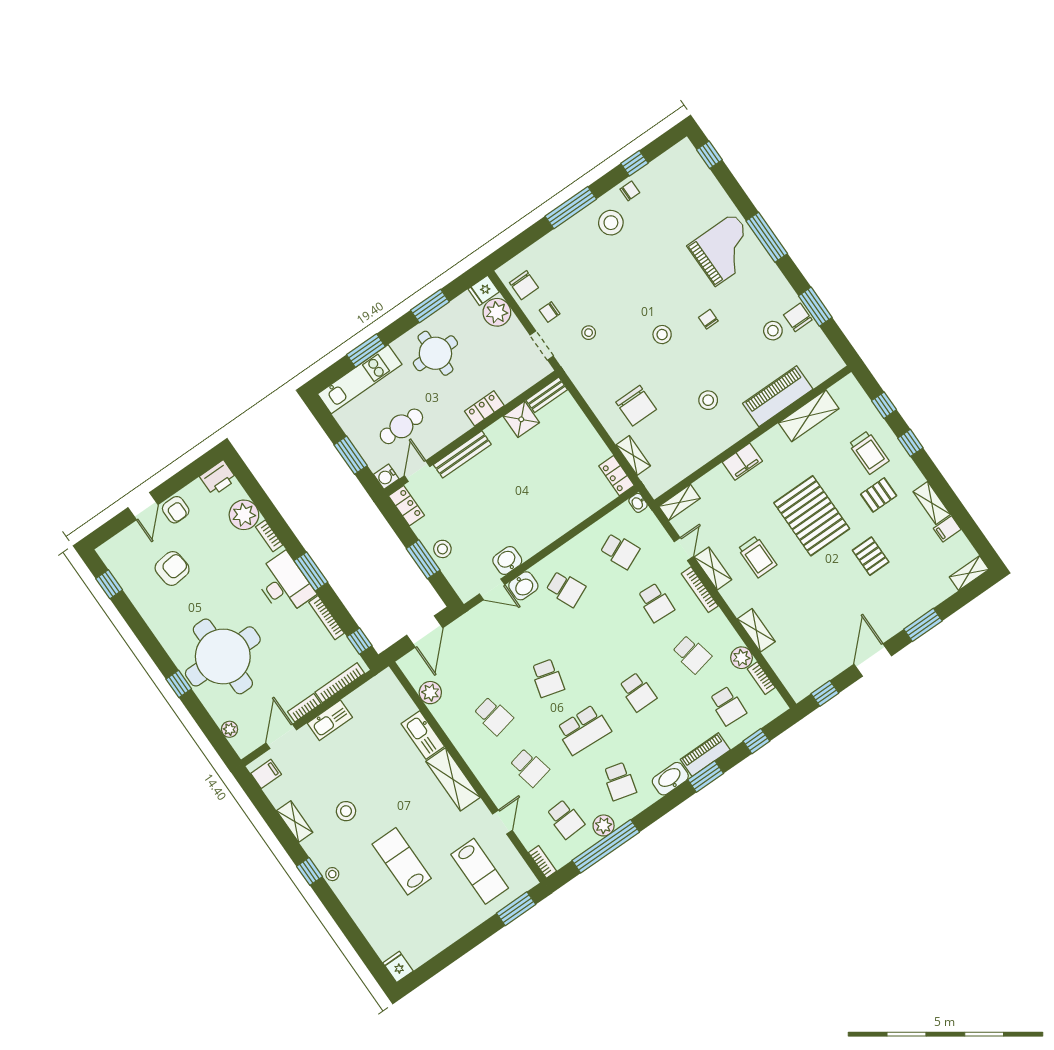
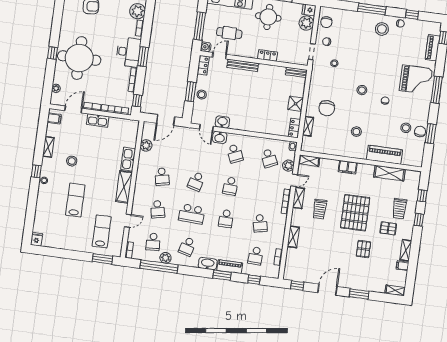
piano: (706, 183) -> (433, 48), added
shower: (521, 419) -> (296, 104), moved
window: (351, 455) -> (200, 26), width x1.44
school desk: (656, 603) -> (230, 186), moved
plant: (742, 658) -> (288, 166), moved
lab bench: (480, 871) -> (102, 231), turned 180

